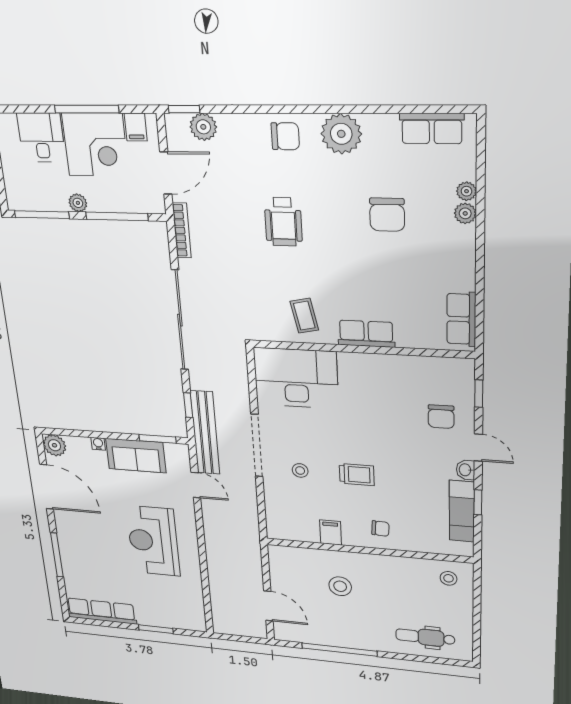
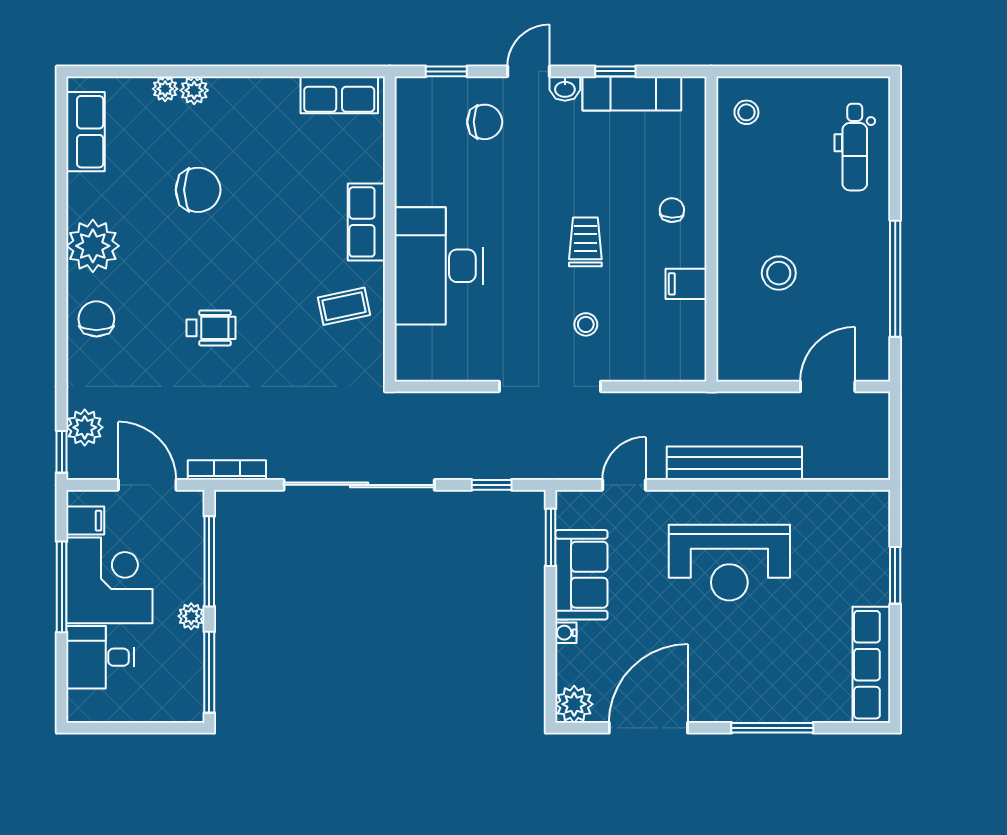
wheelchair: (283, 222) -> (211, 328), width x0.73, depth x0.73
desk: (296, 378) -> (439, 266), moved
bench: (205, 433) -> (734, 463), moved

